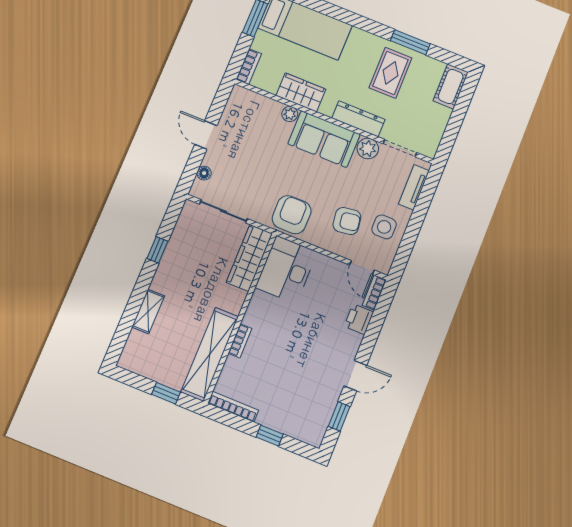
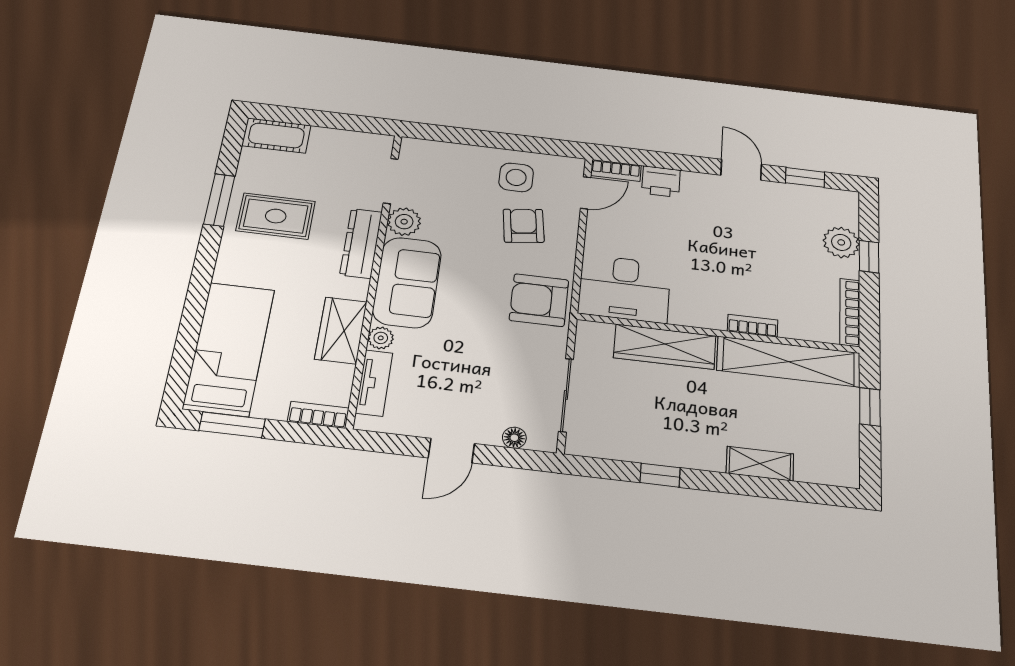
tv unit: (414, 187) -> (374, 383), moved, turned -90
wardrobe: (249, 258) -> (665, 347), moved
plant: (285, 421) -> (841, 242), added

